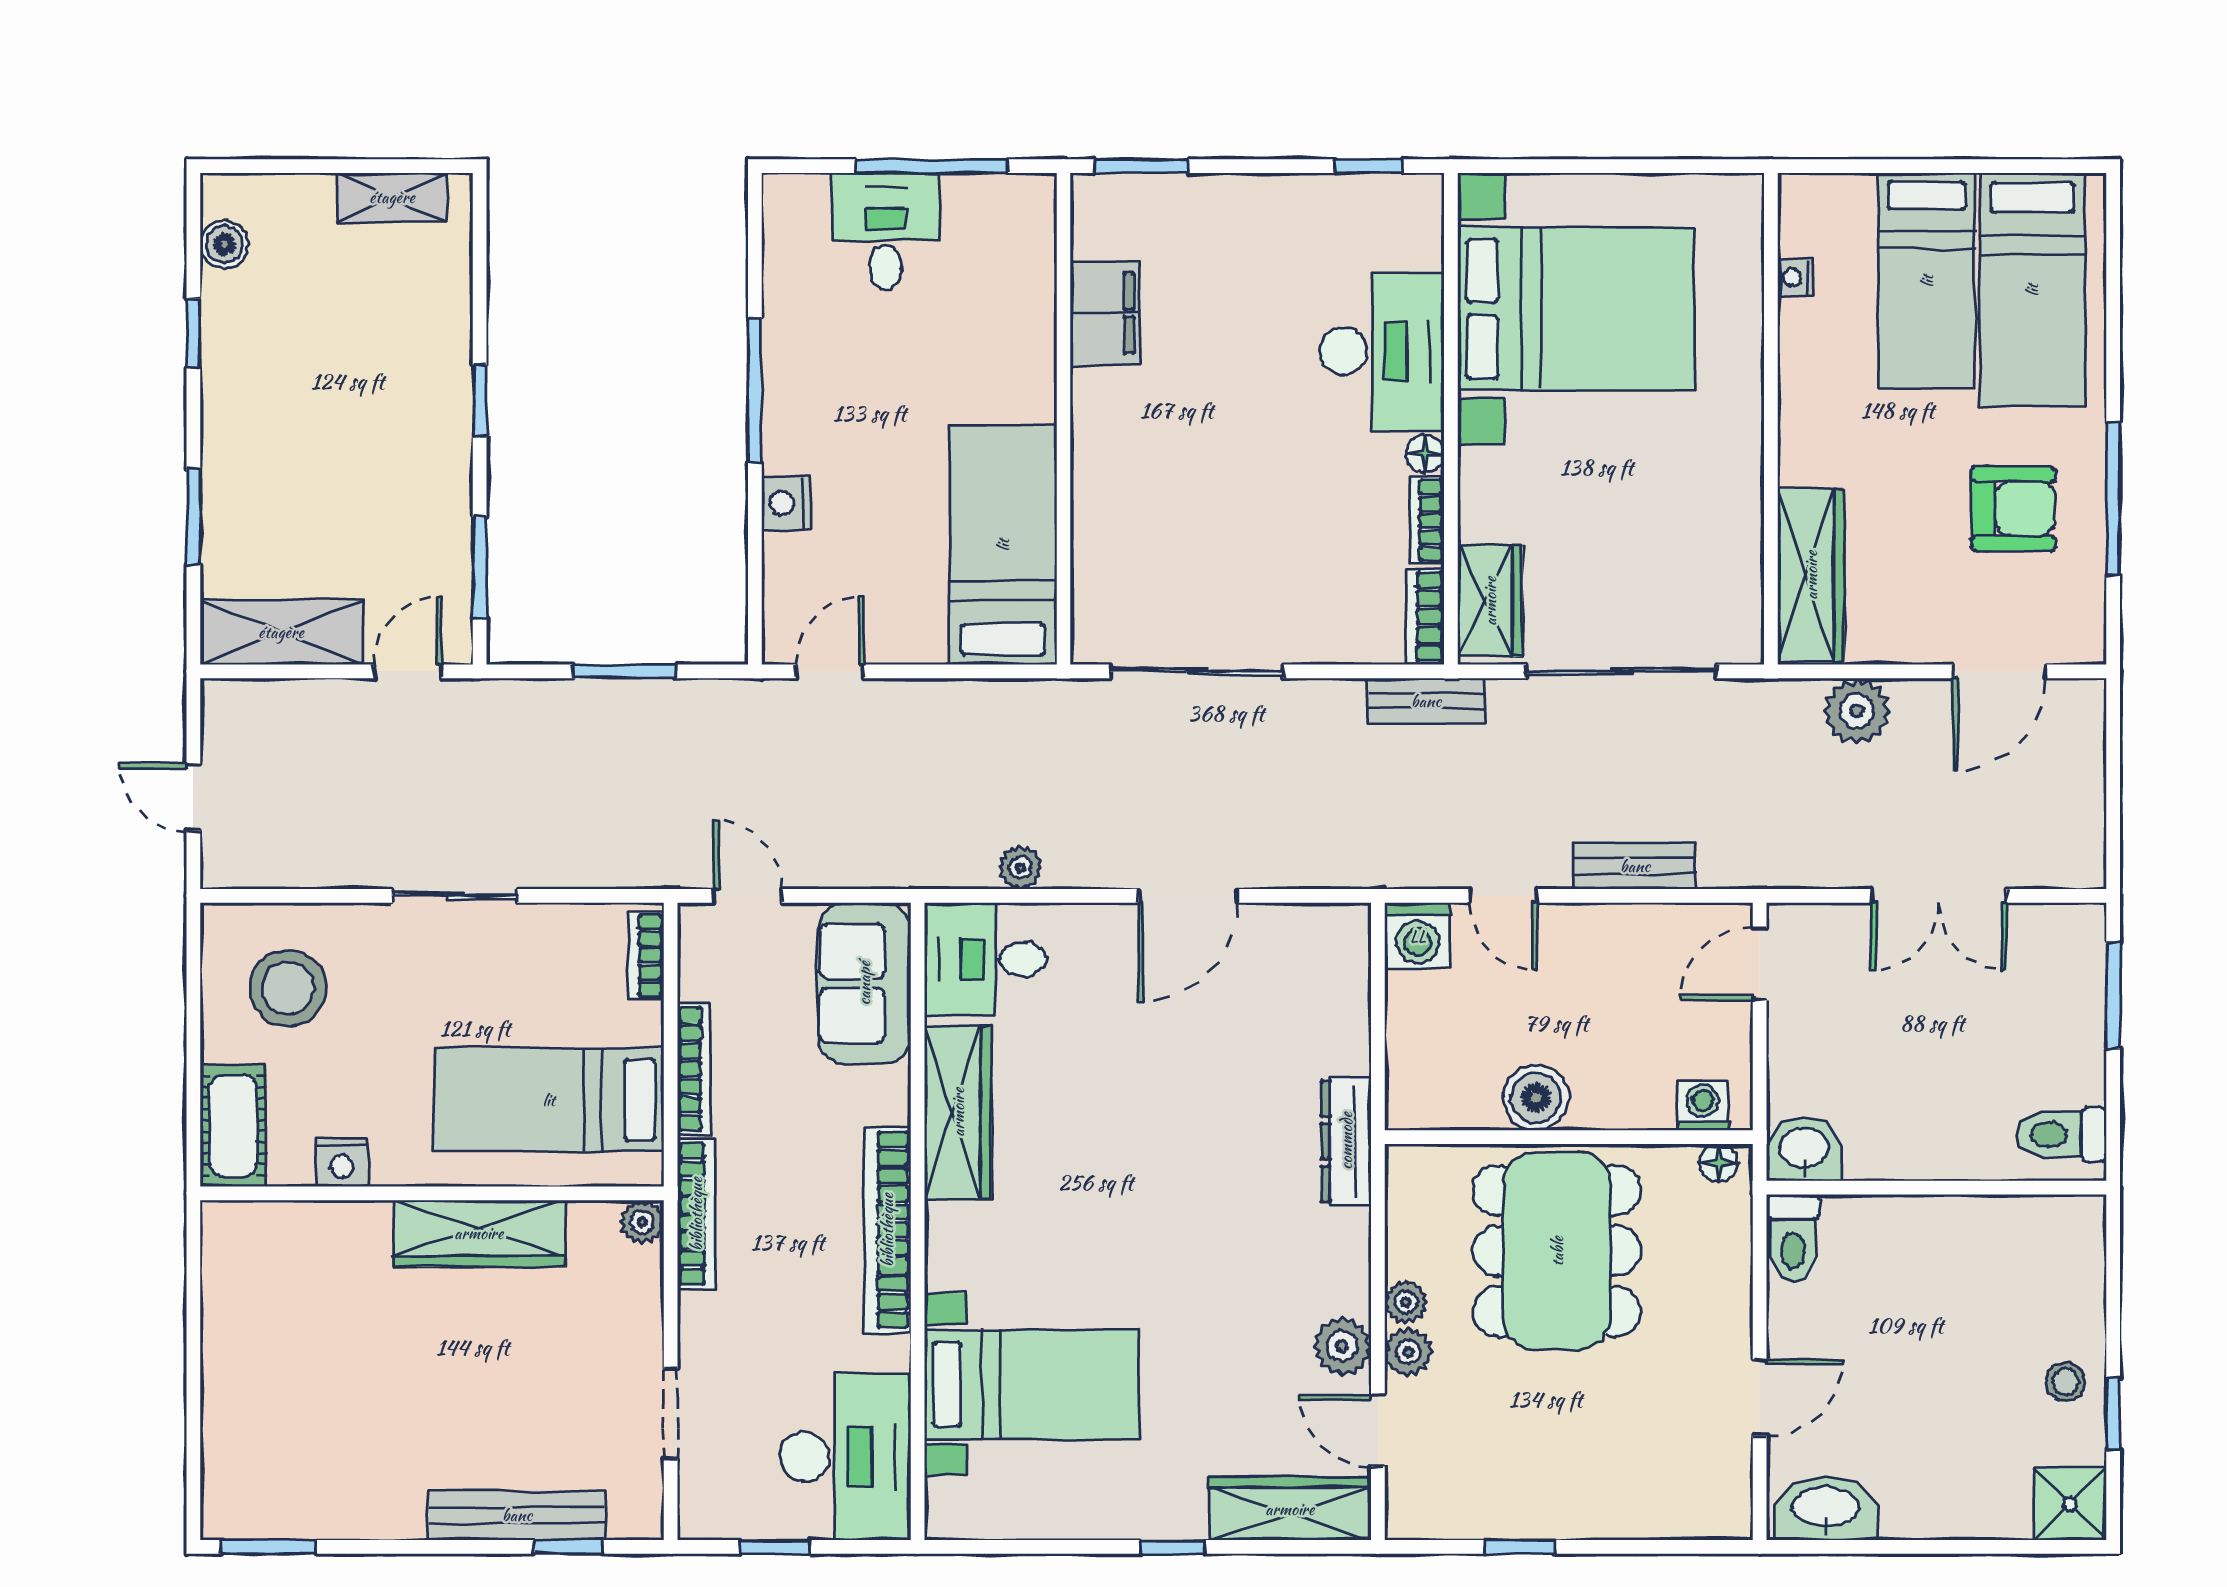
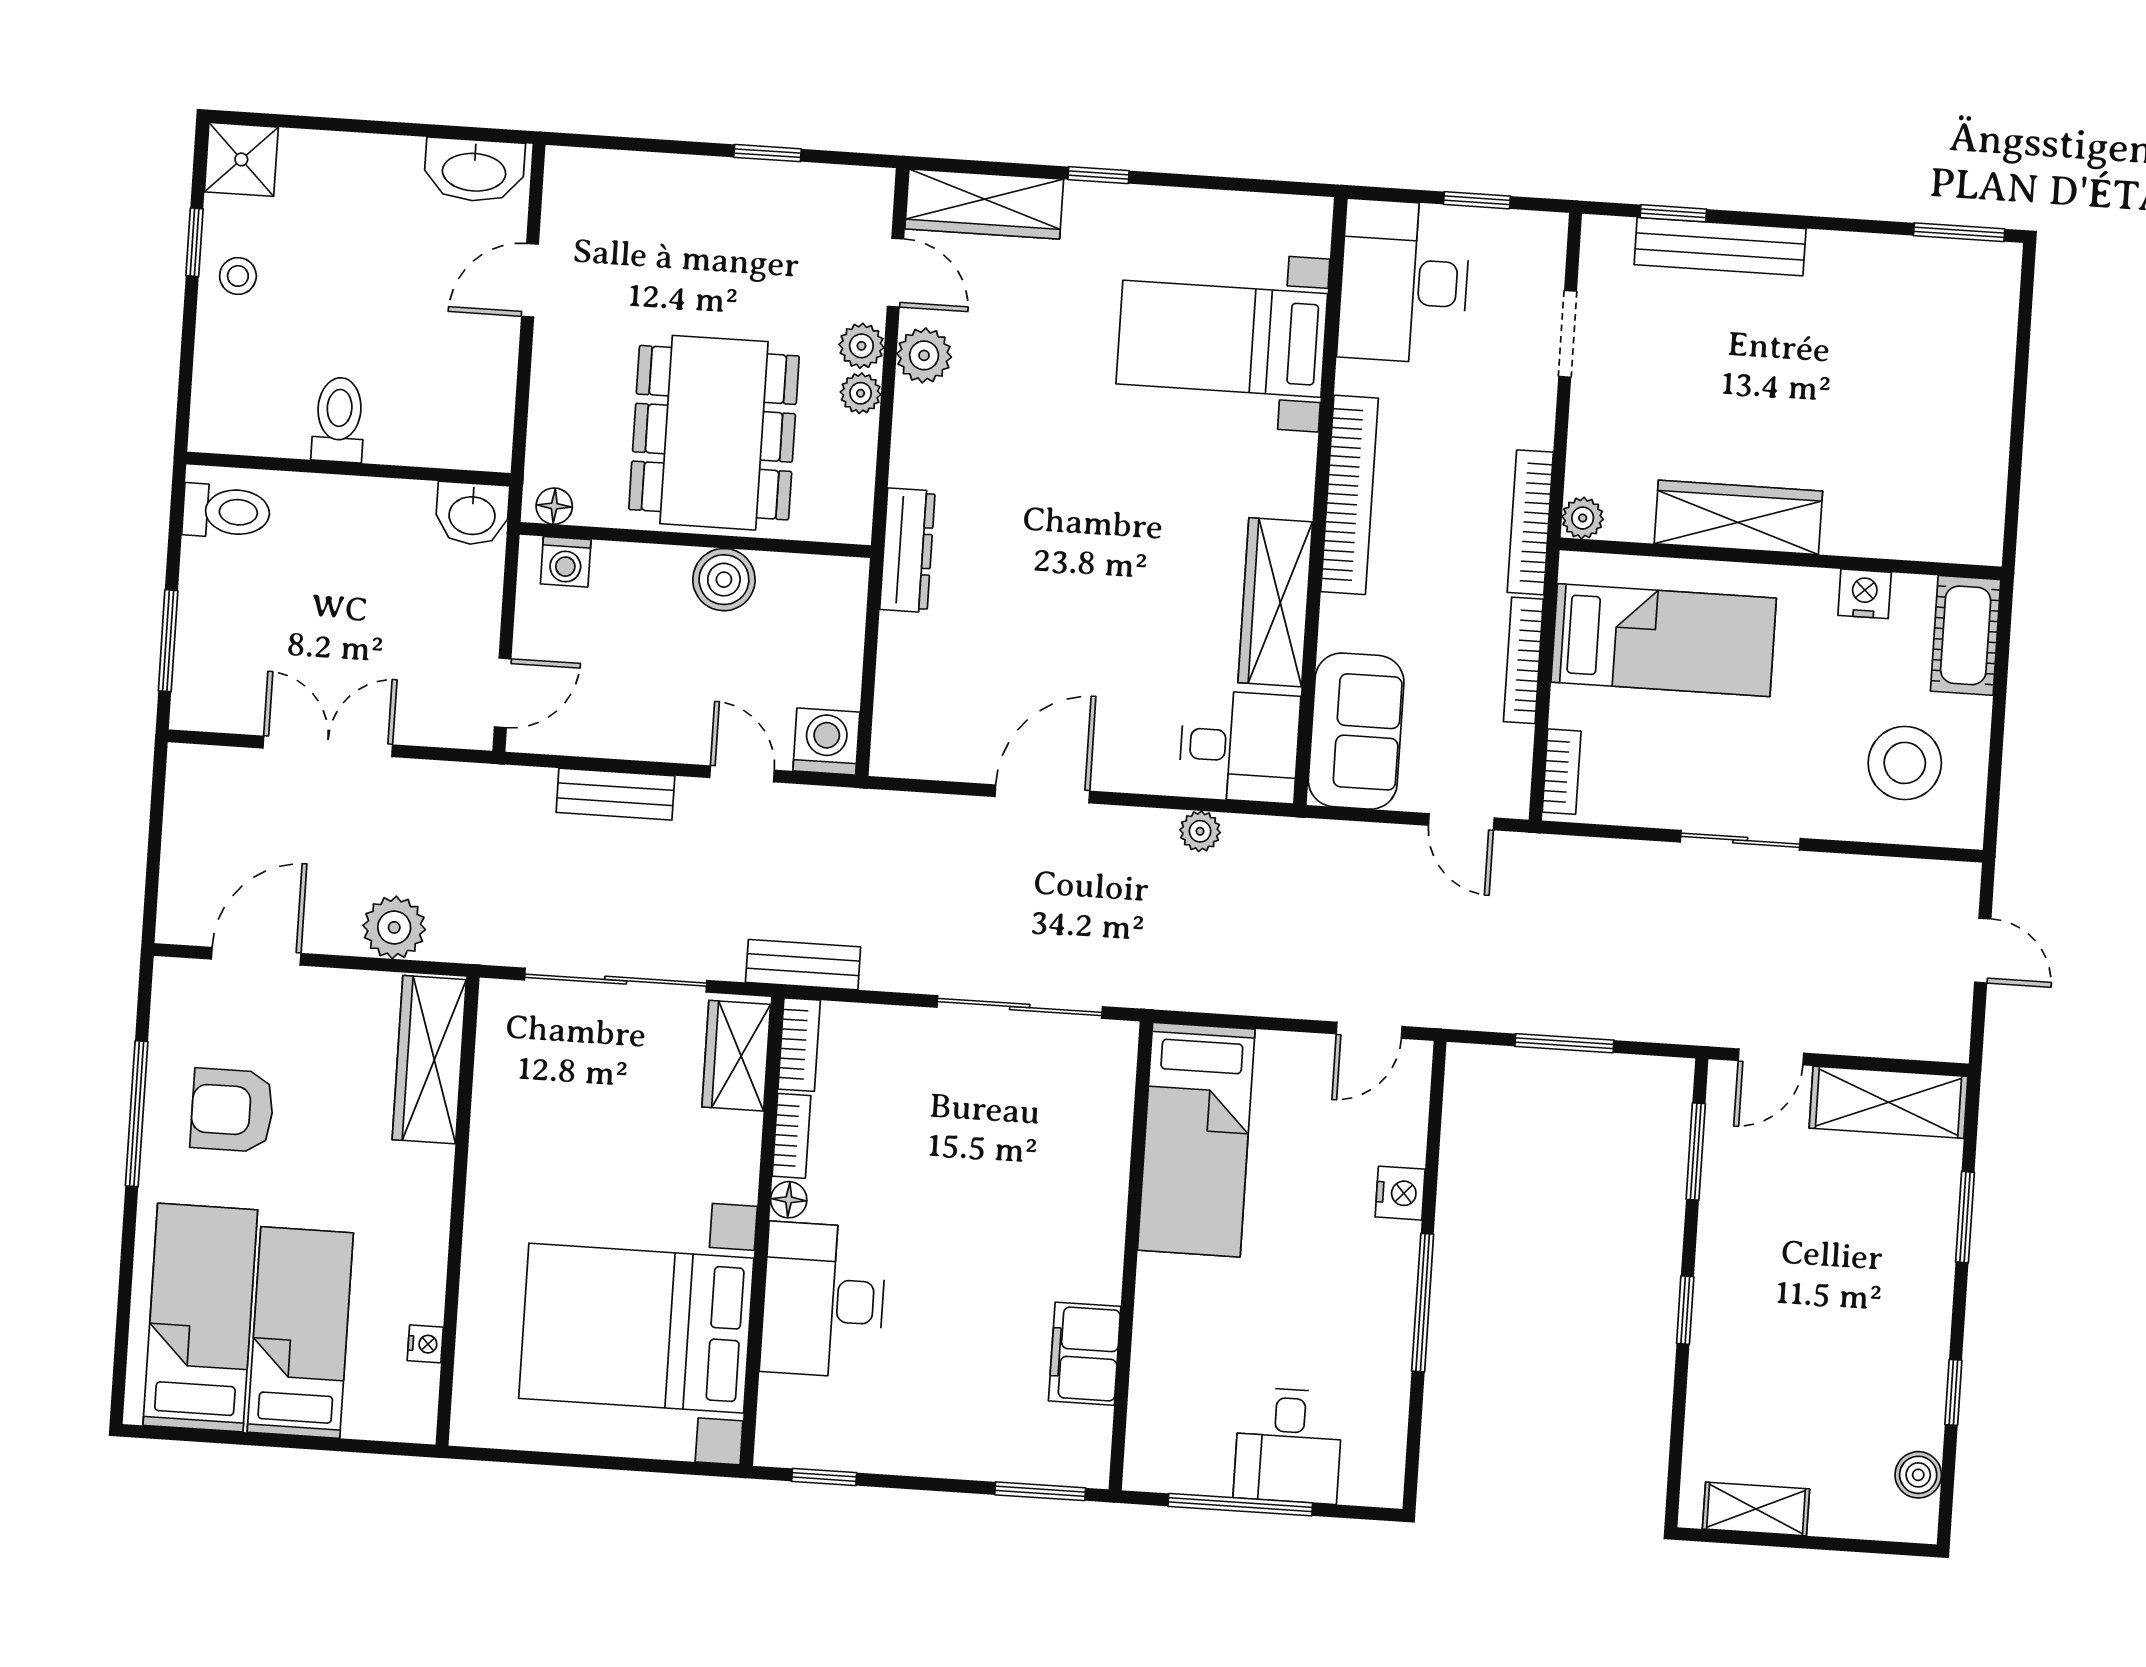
toilet: (1793, 1238) -> (339, 420), moved

